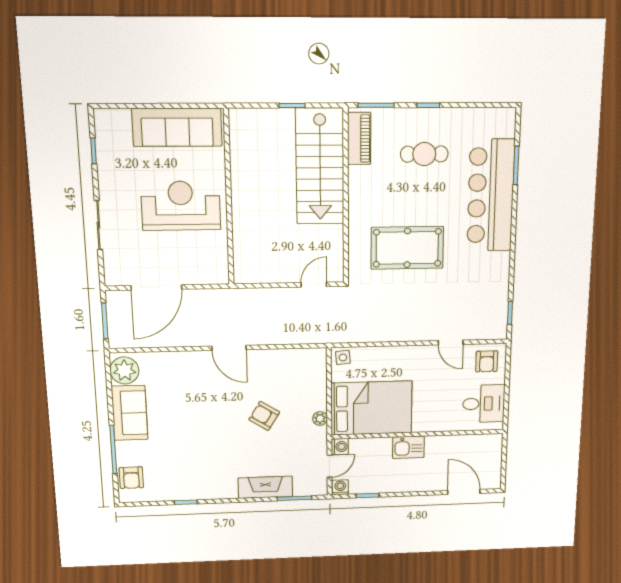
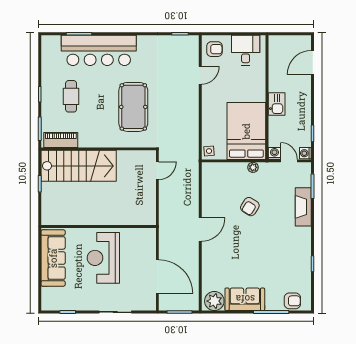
door: (314, 285) -> (157, 171), swing flipped

